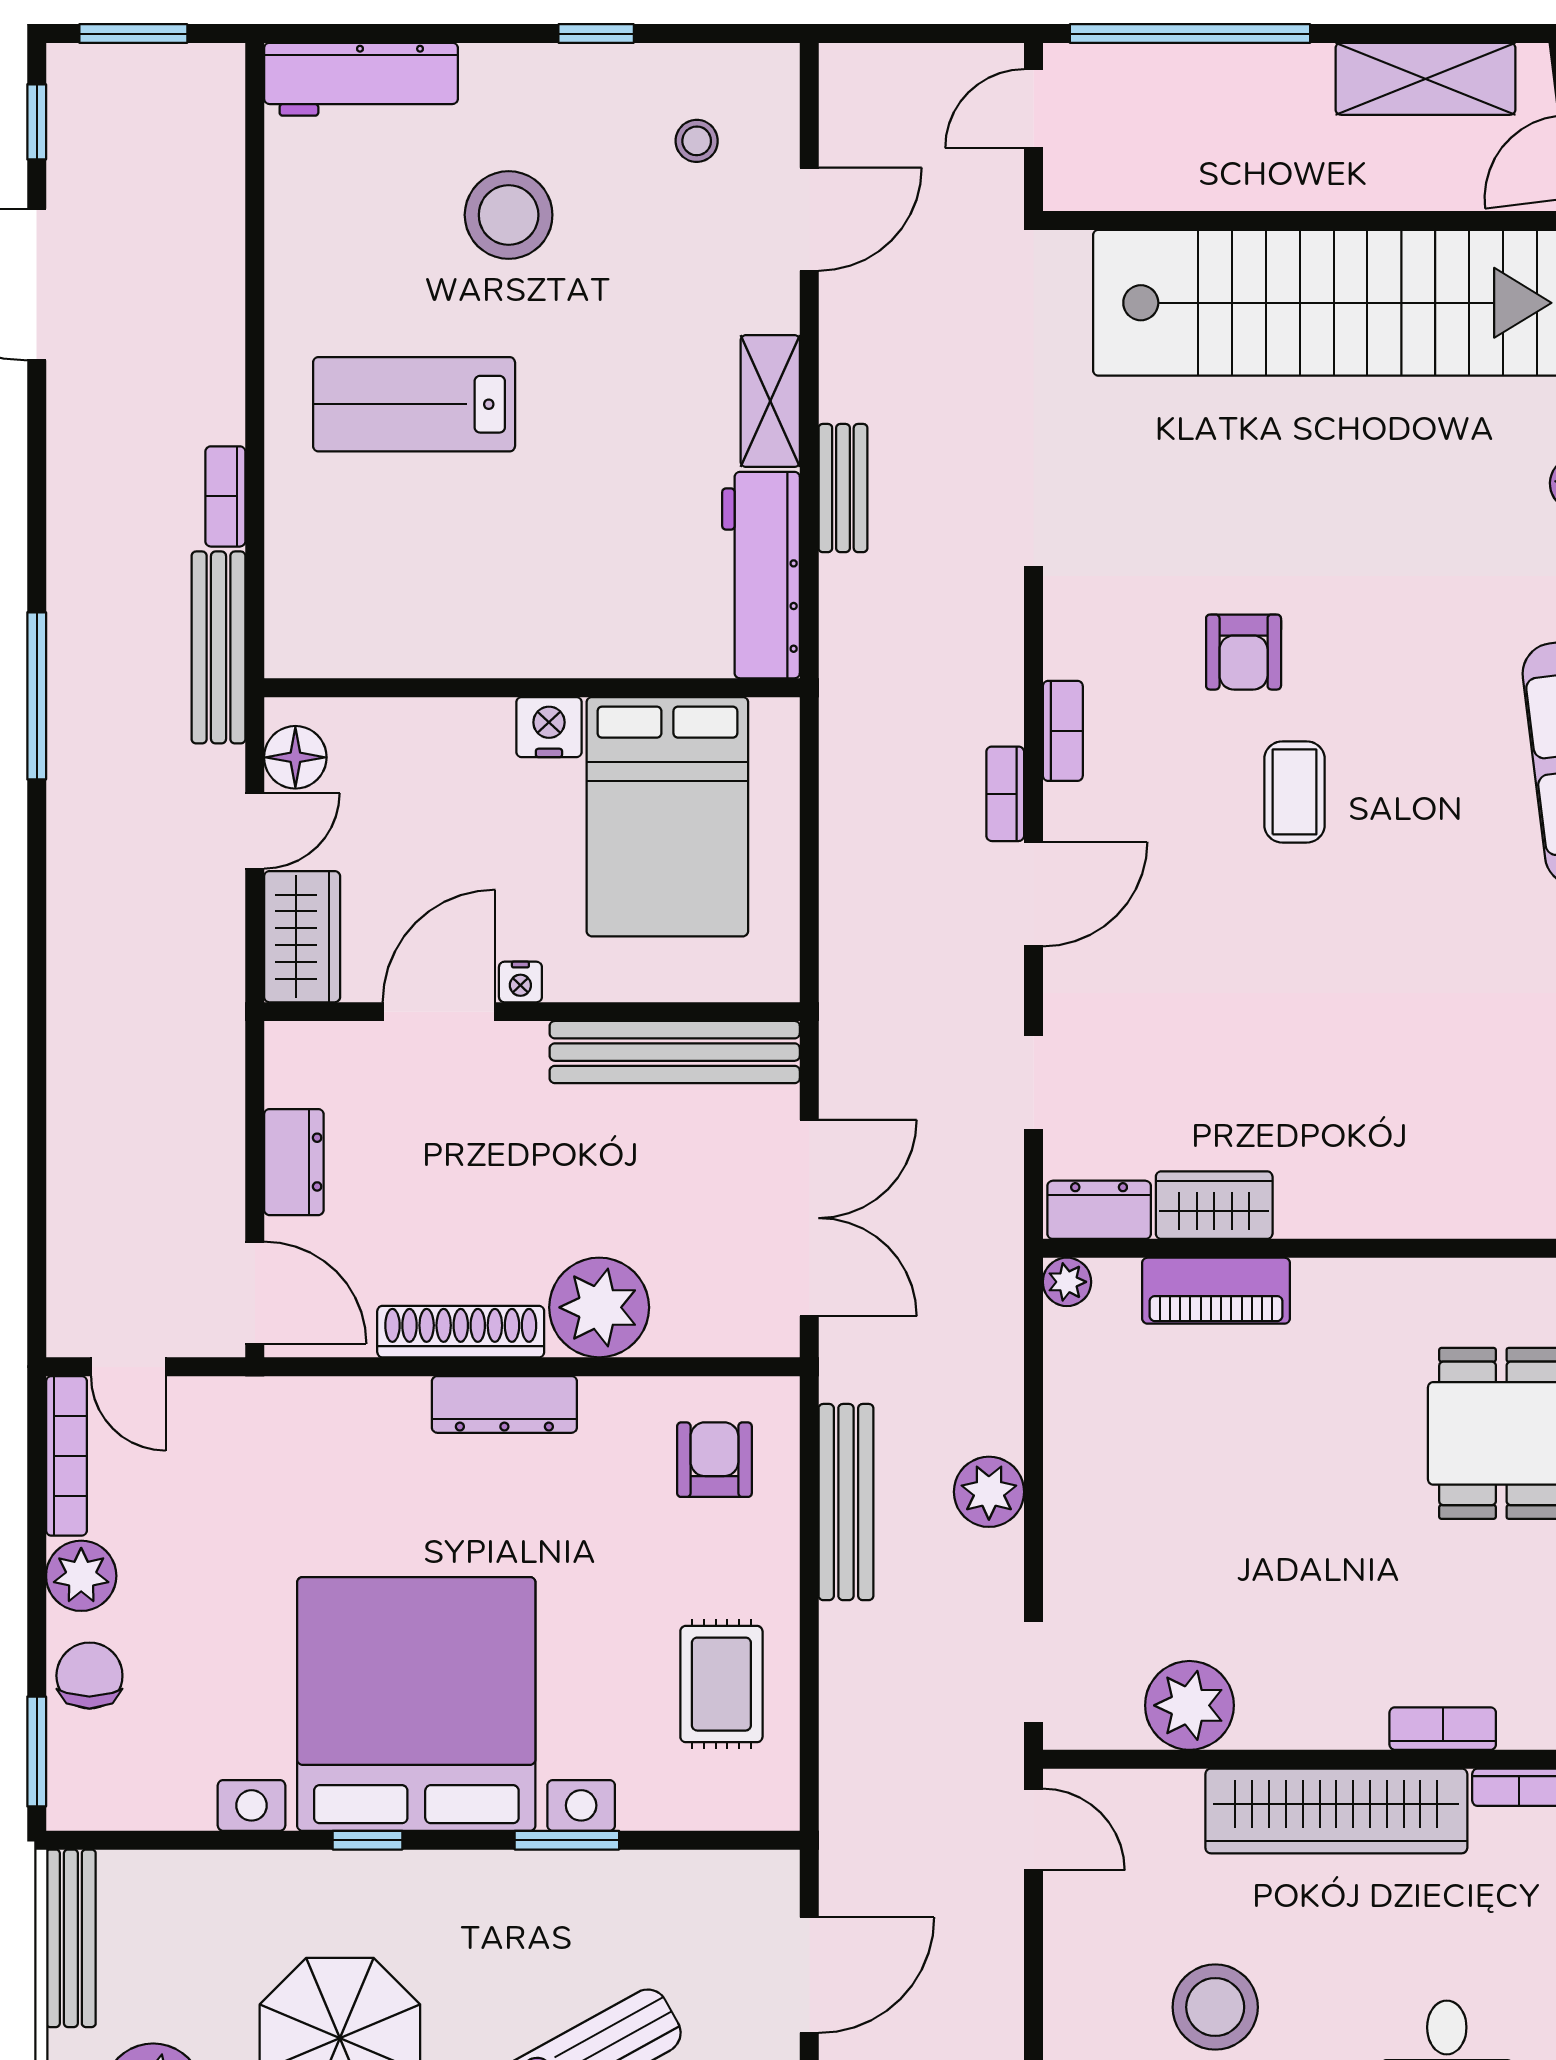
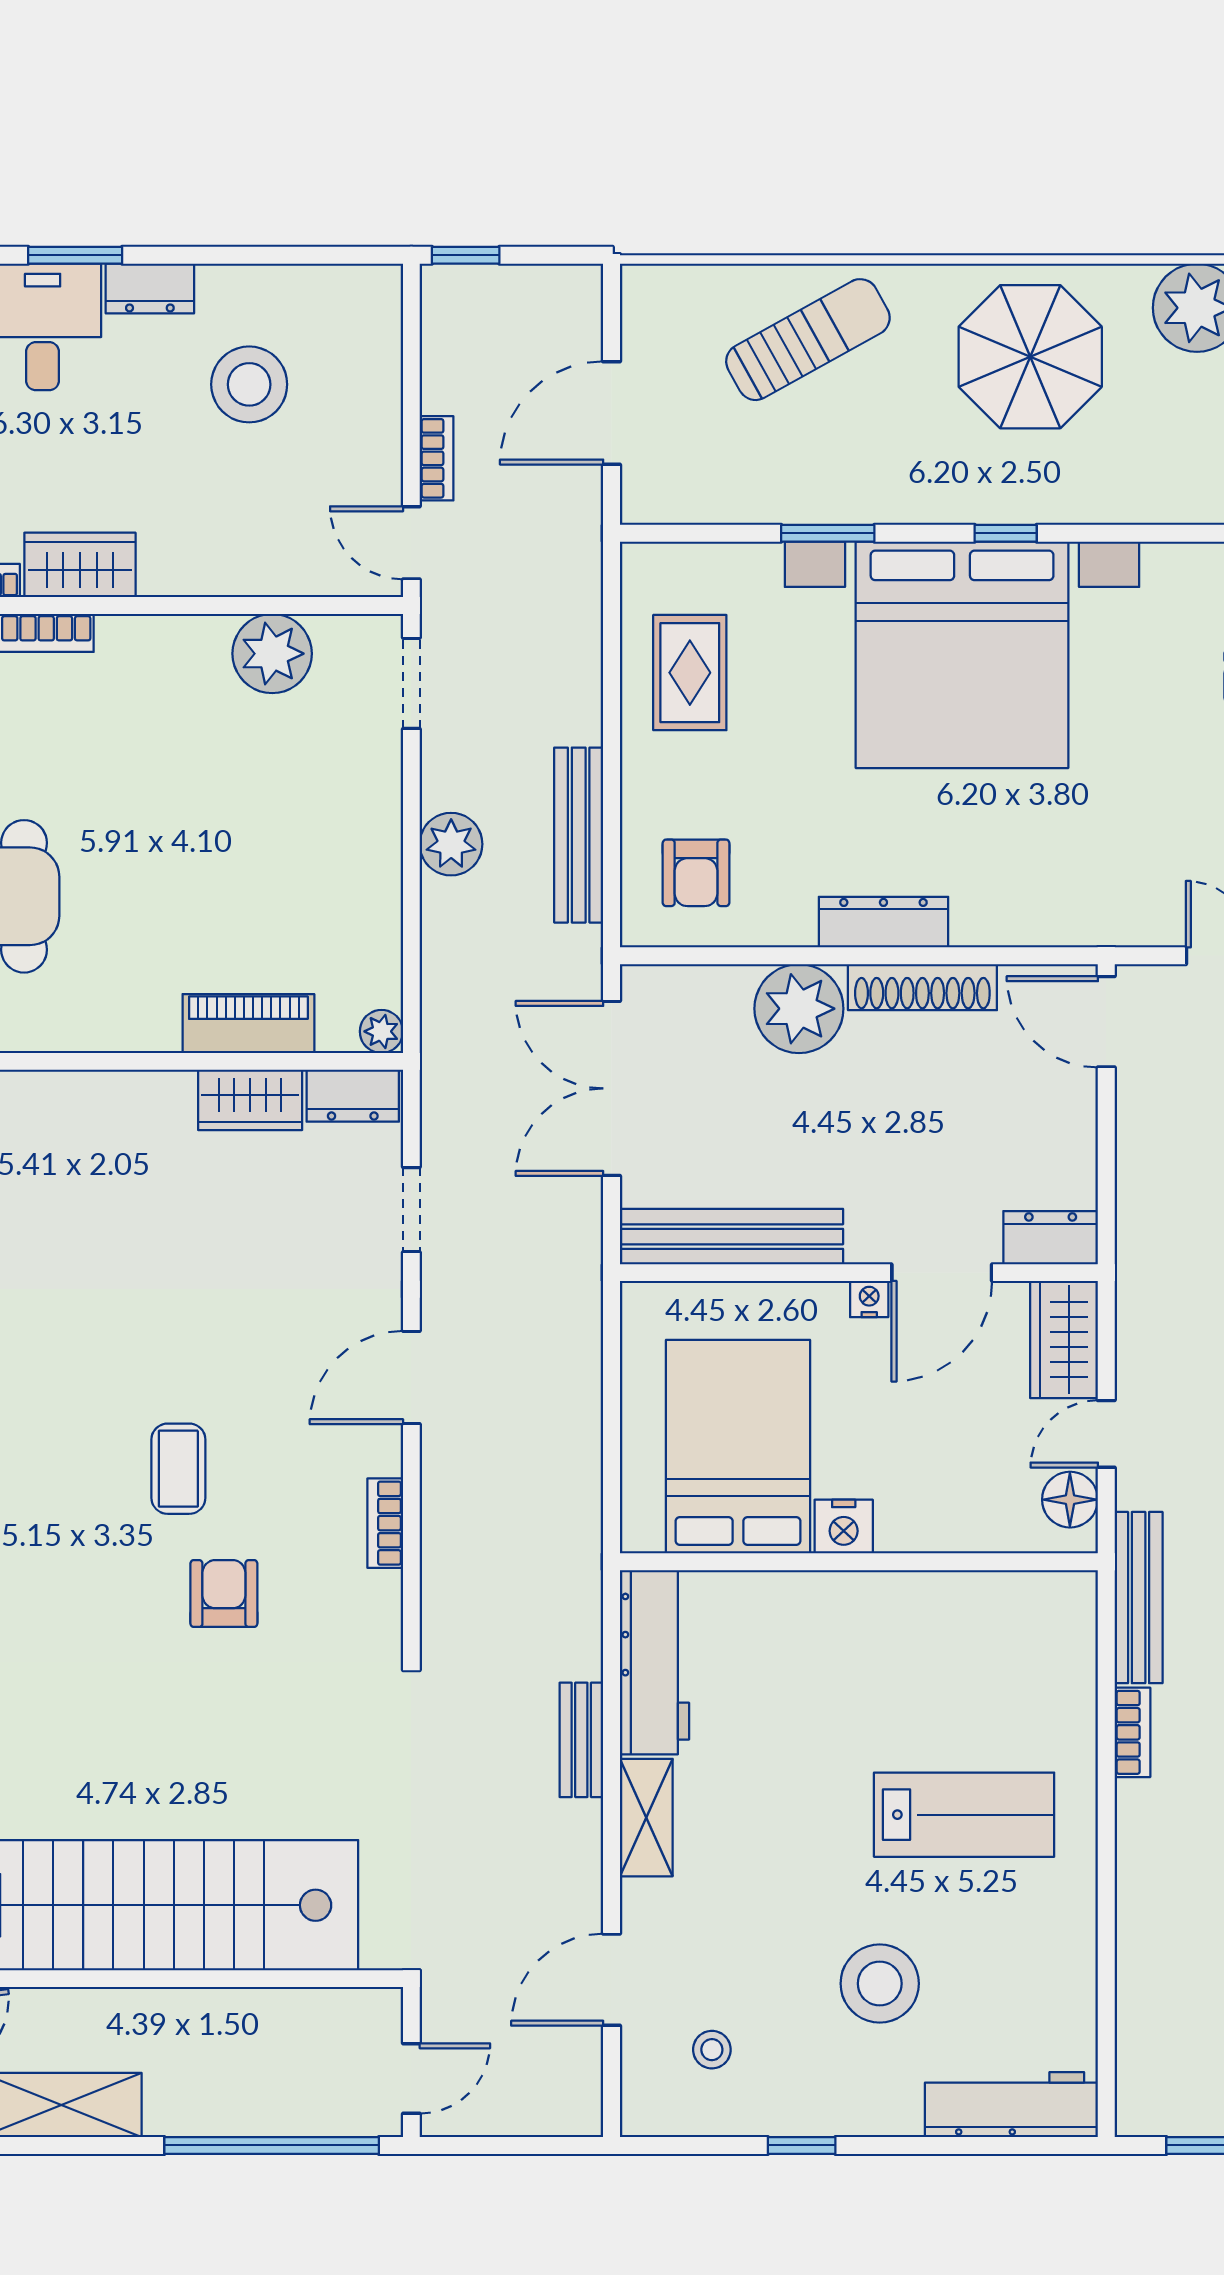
bookcase: (1005, 794) -> (437, 458), moved
dresser: (294, 1162) -> (1051, 1238), moved, turned 90
wardrobe: (1336, 1811) -> (80, 565), width x0.48, depth x0.85

